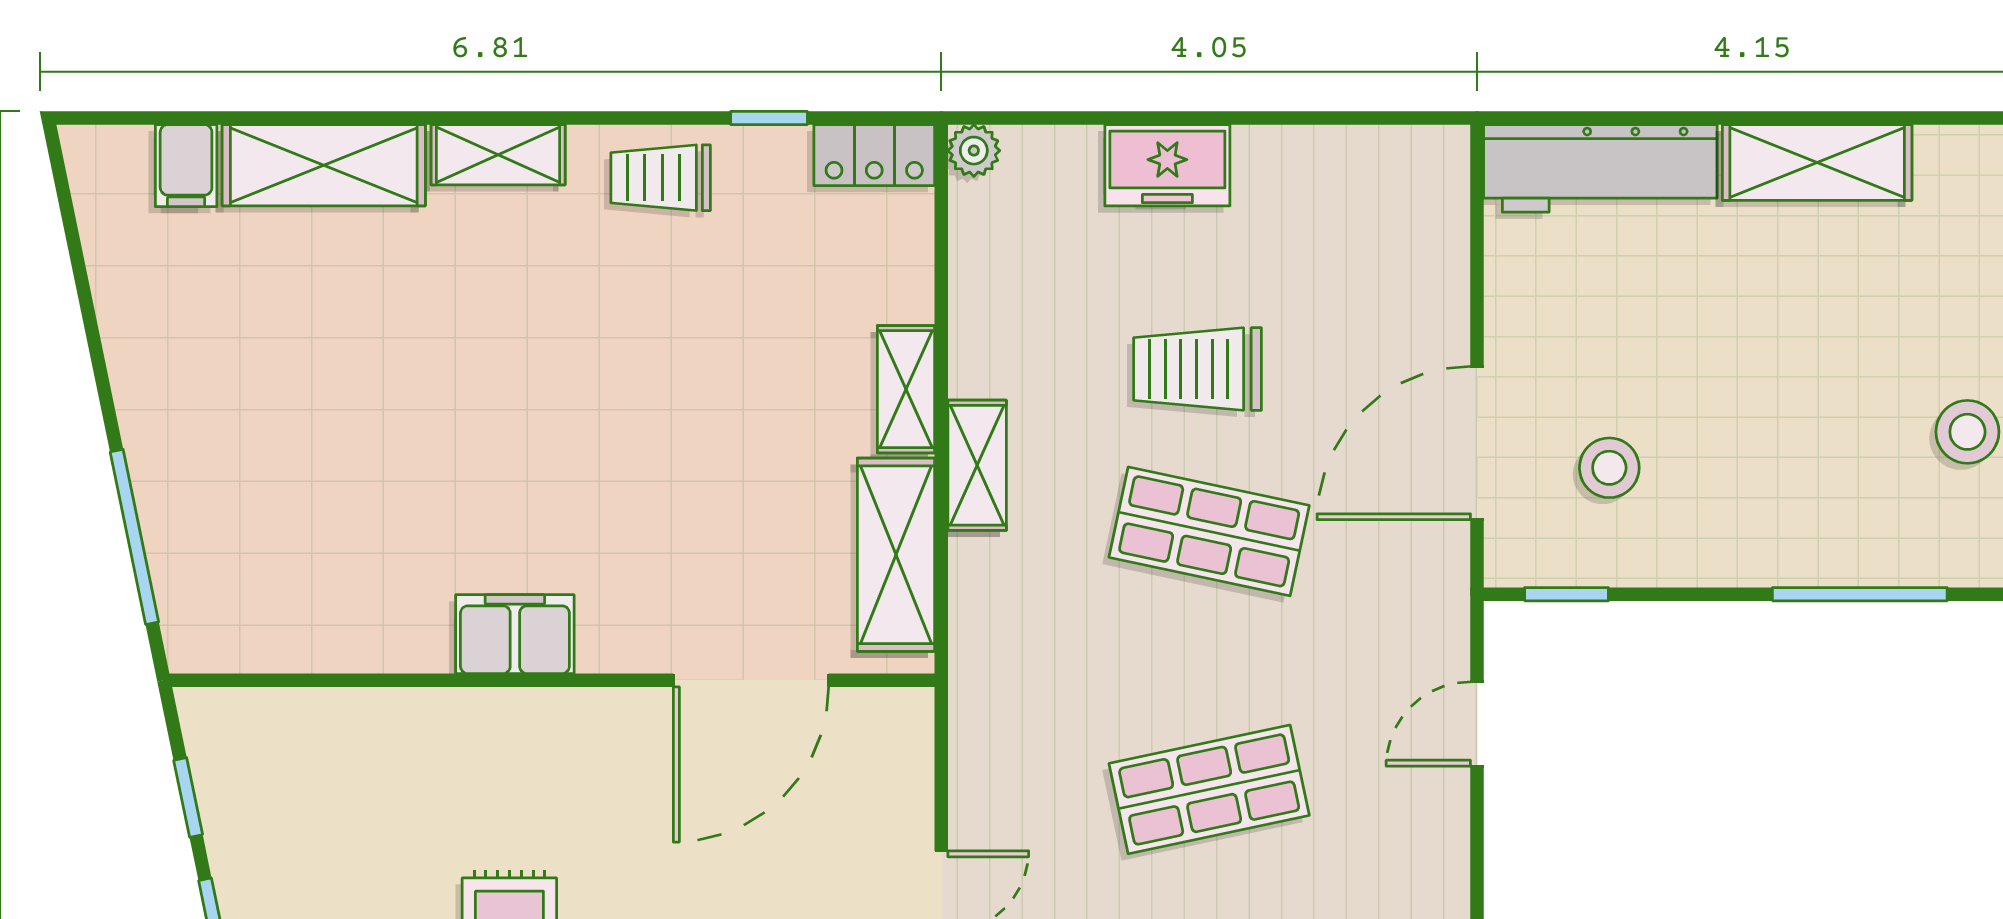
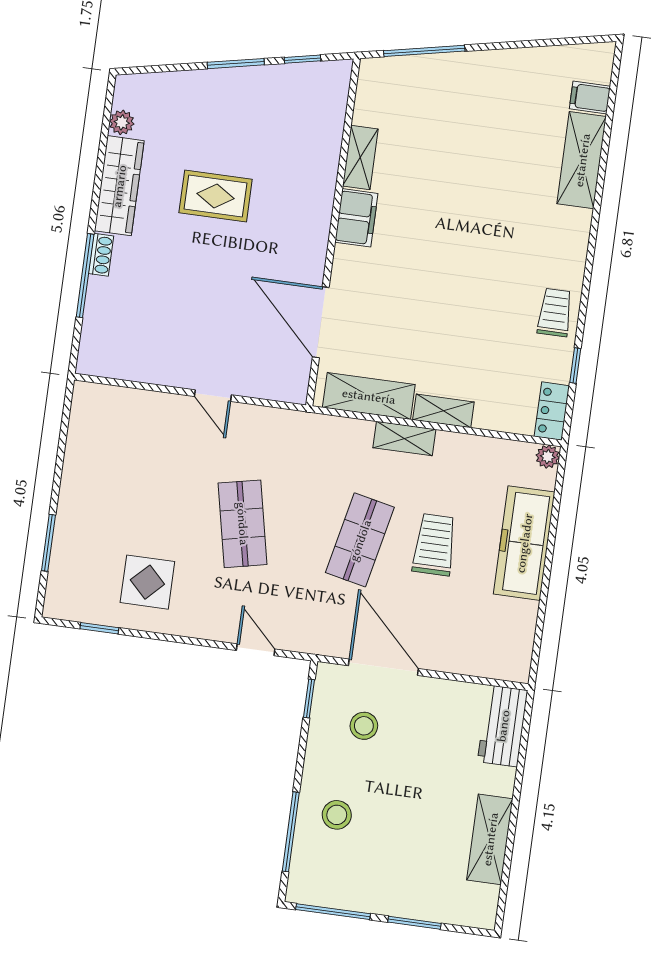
shelving: (498, 155) -> (360, 157), moved
freezer: (1167, 165) -> (524, 543), width x1.91, depth x1.26
workbench: (1600, 168) -> (503, 726), width x0.73
stool: (1967, 432) -> (337, 815), moved

